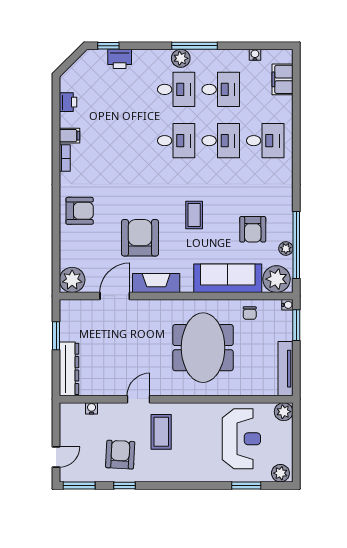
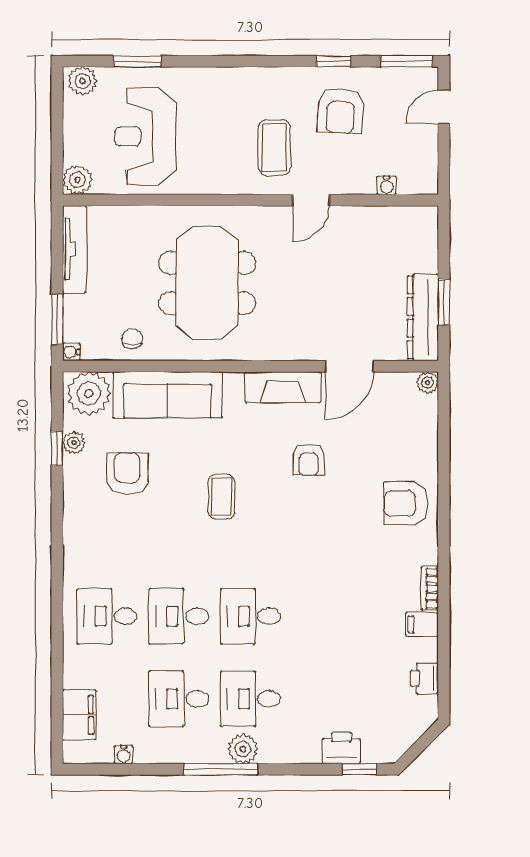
armchair: (140, 238) -> (309, 460), width x0.53, depth x0.53
window: (296, 245) -> (57, 448), width x0.32
plant: (72, 280) -> (427, 383), width x0.53, depth x0.53
dresser: (69, 369) -> (423, 317), moved

